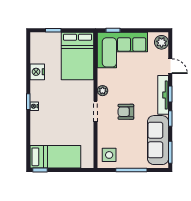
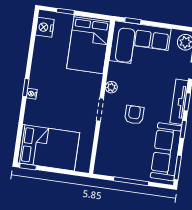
nightstand: (37, 72) -> (45, 27), moved
armchair: (126, 112) -> (134, 115), turned 90
side table: (109, 155) -> (108, 161), removed
bed: (55, 157) -> (48, 148), width x1.50

